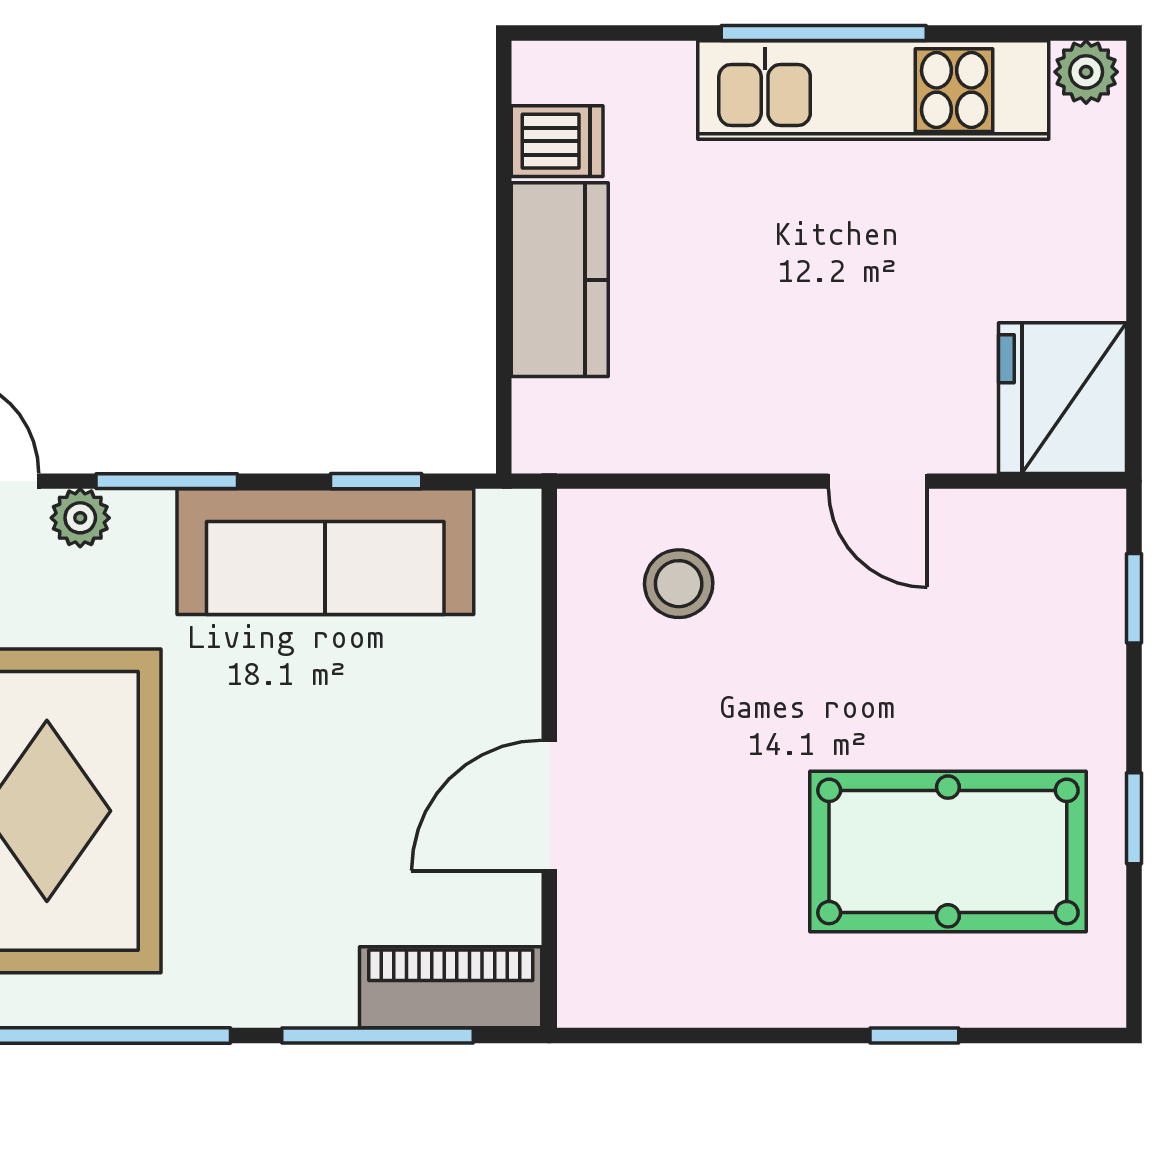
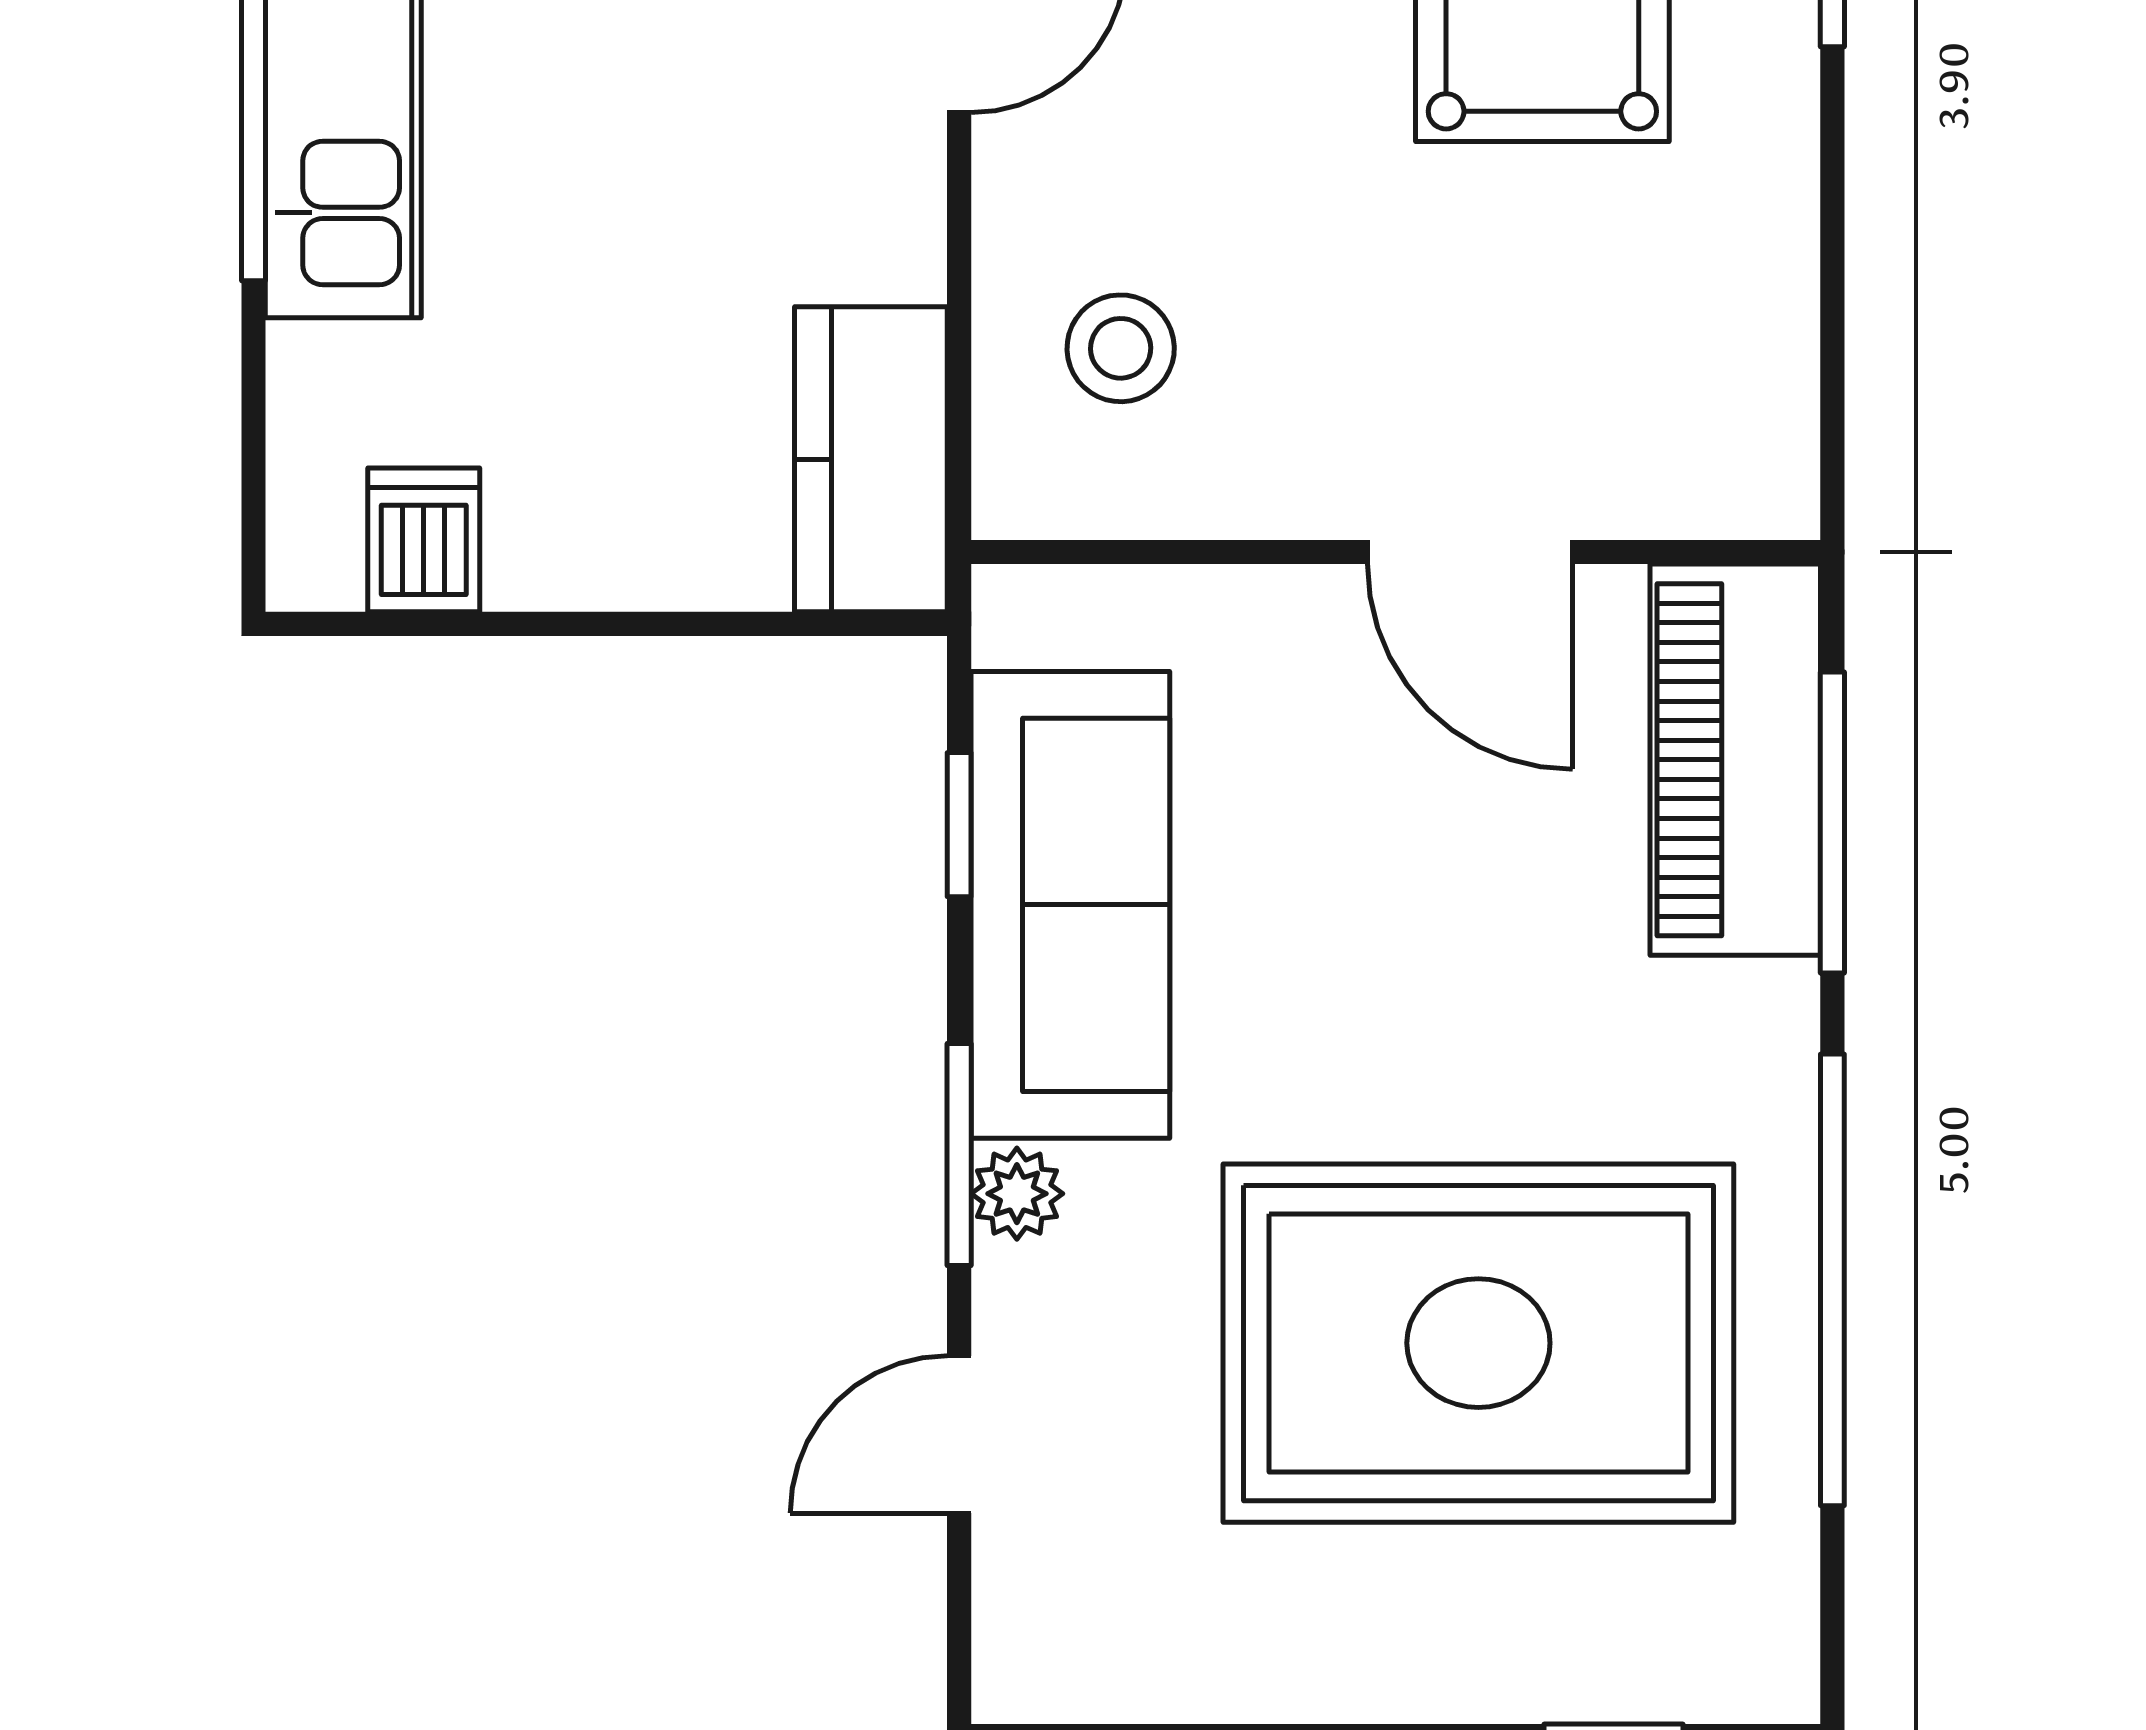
kitchen counter: (560, 280) -> (871, 459), moved, turned -90
plant: (80, 518) -> (1017, 1194), moved
piano: (451, 987) -> (1735, 760), width x1.37, depth x1.33

